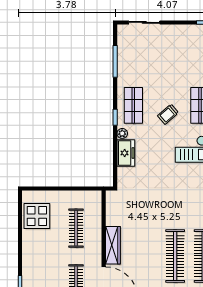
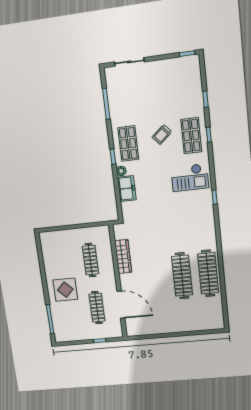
trolley: (168, 114) -> (162, 134), moved
display table: (37, 216) -> (65, 290), moved
wardrobe: (113, 245) -> (123, 256), moved

